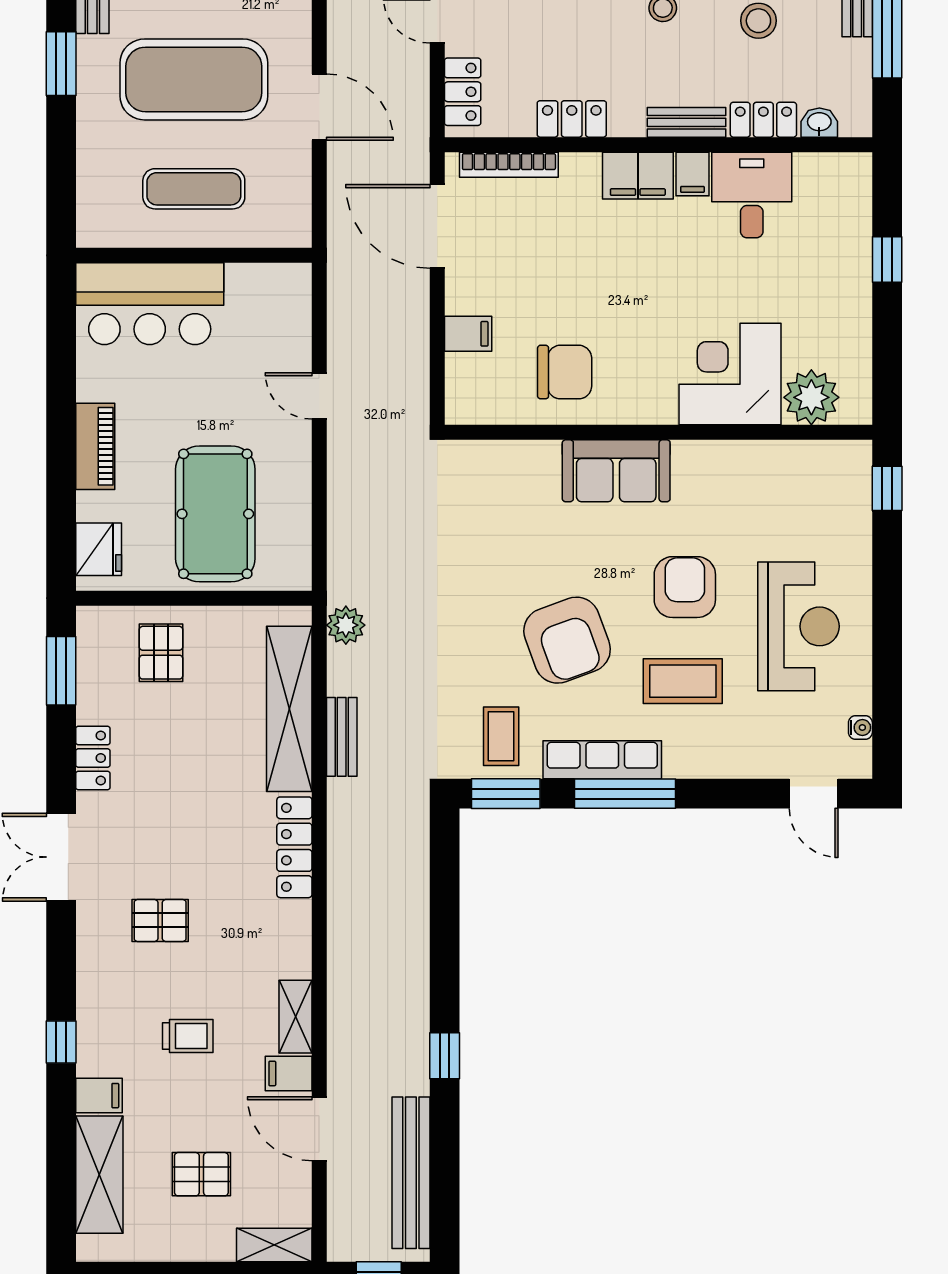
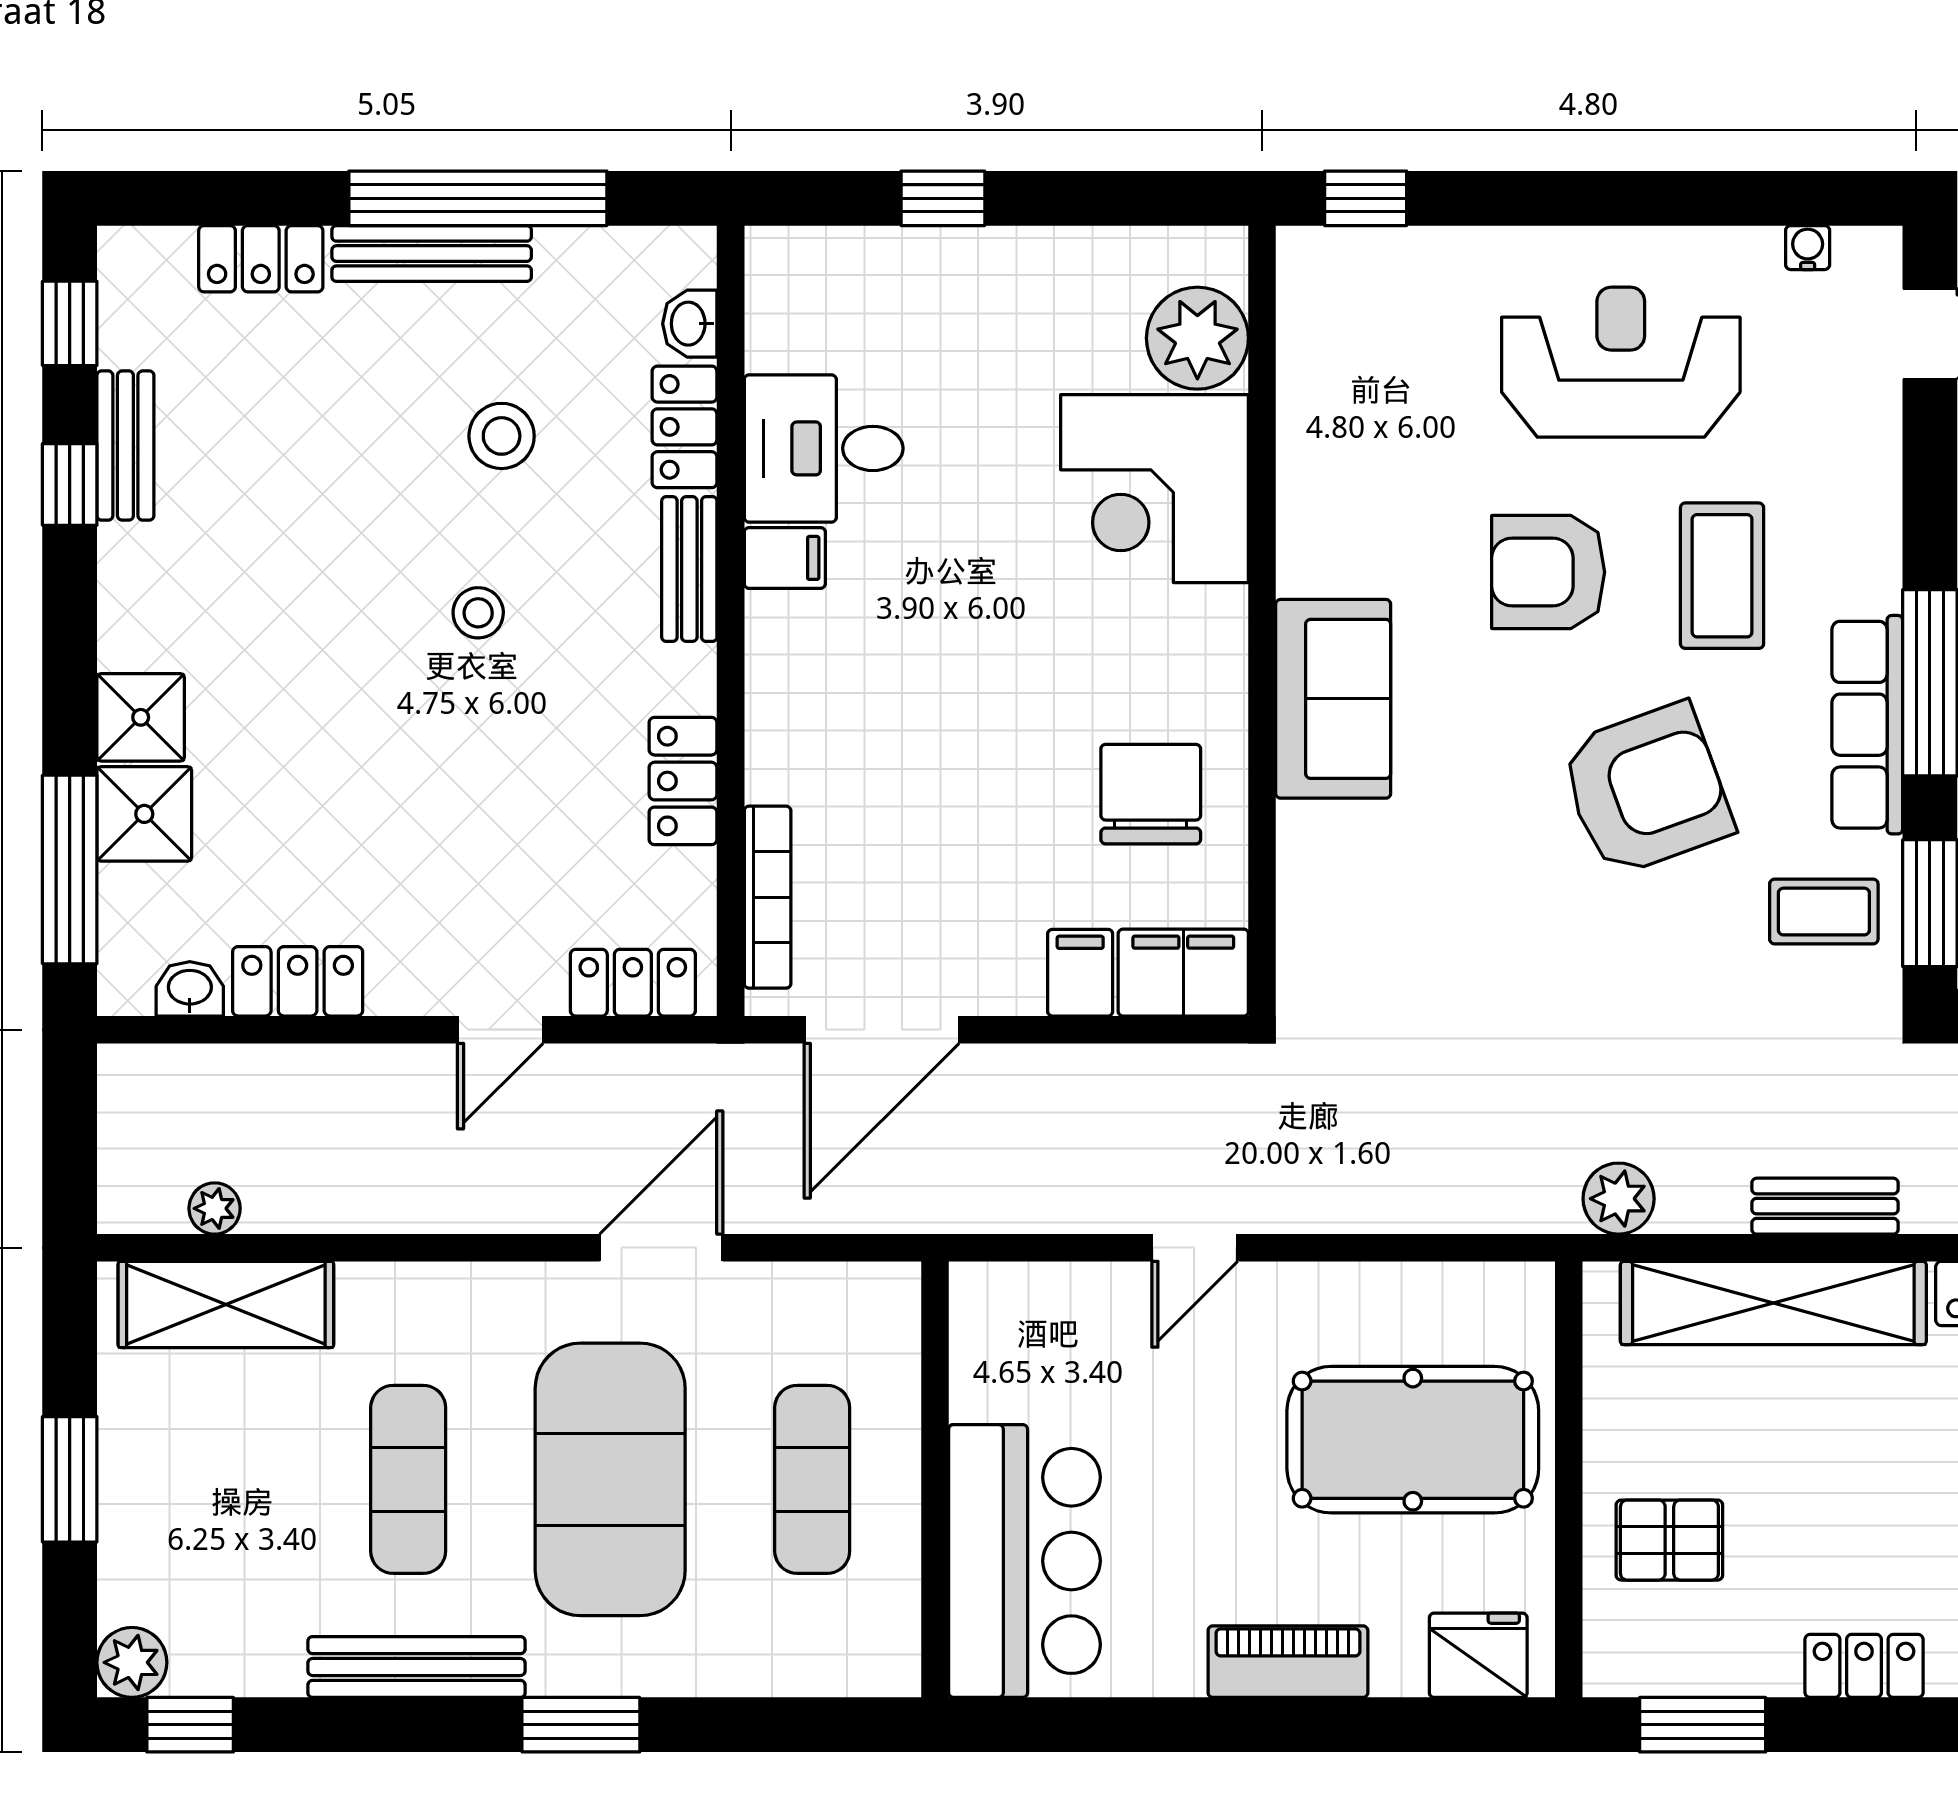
filing cabinet: (638, 176) -> (1183, 973), moved, turned -90

